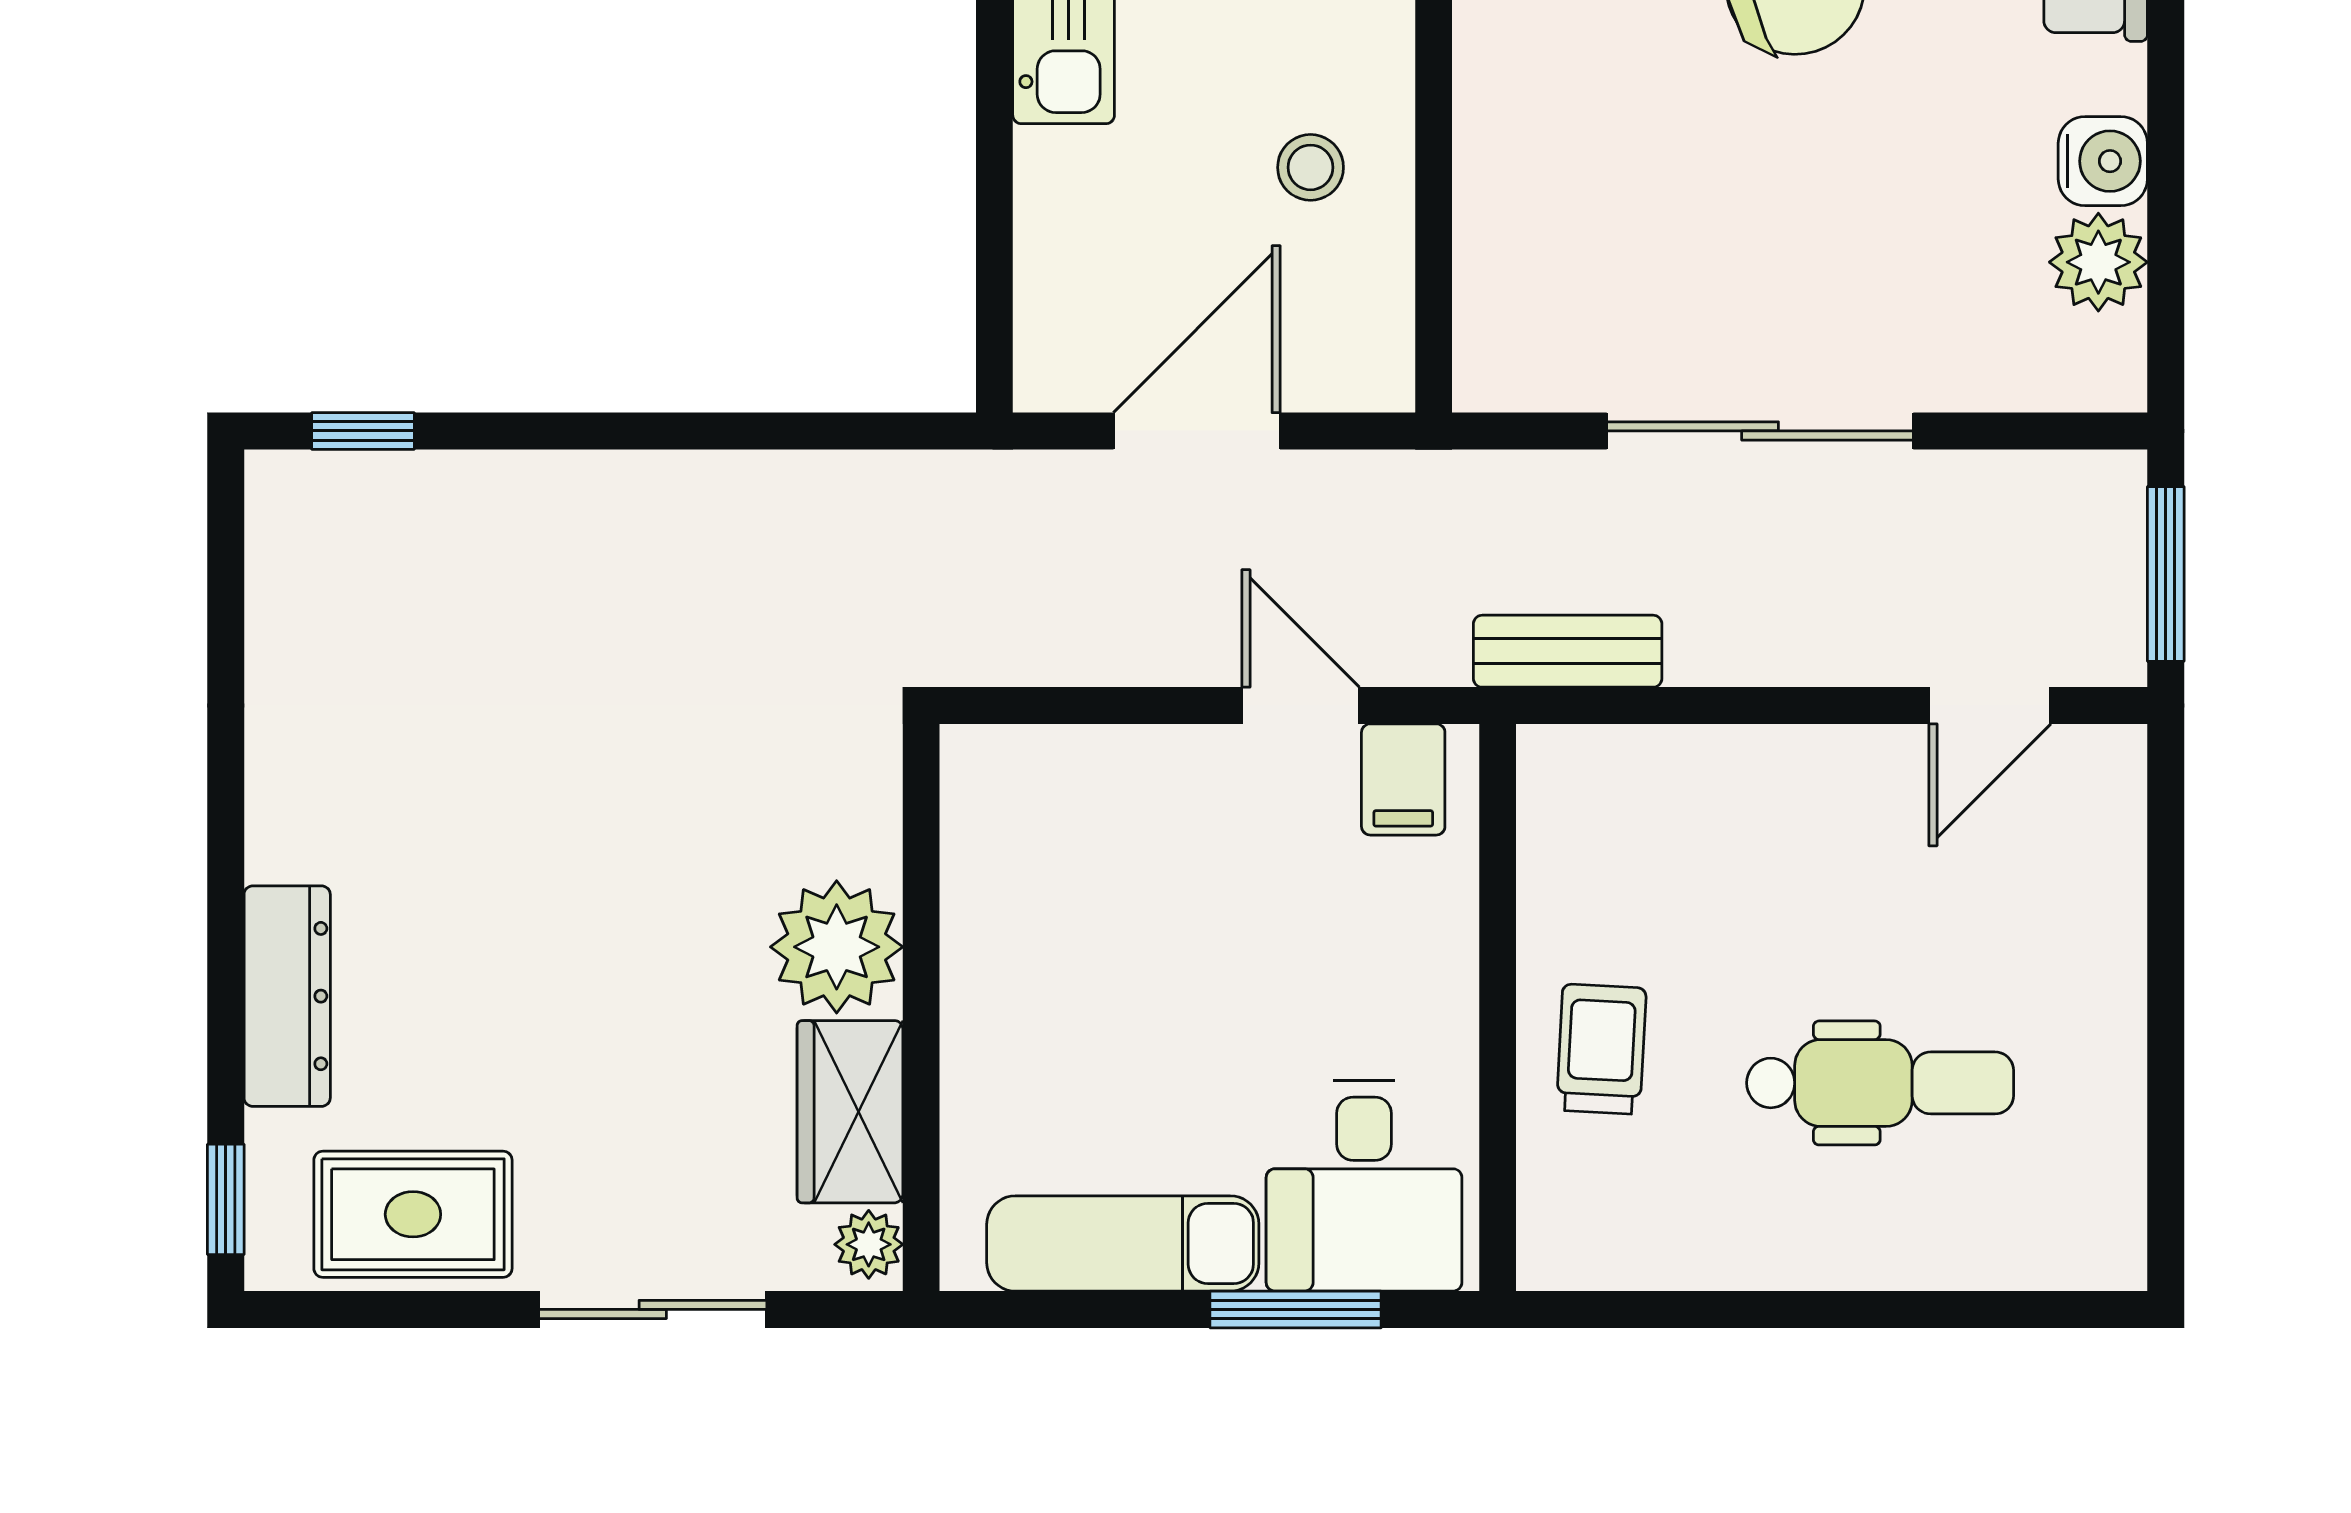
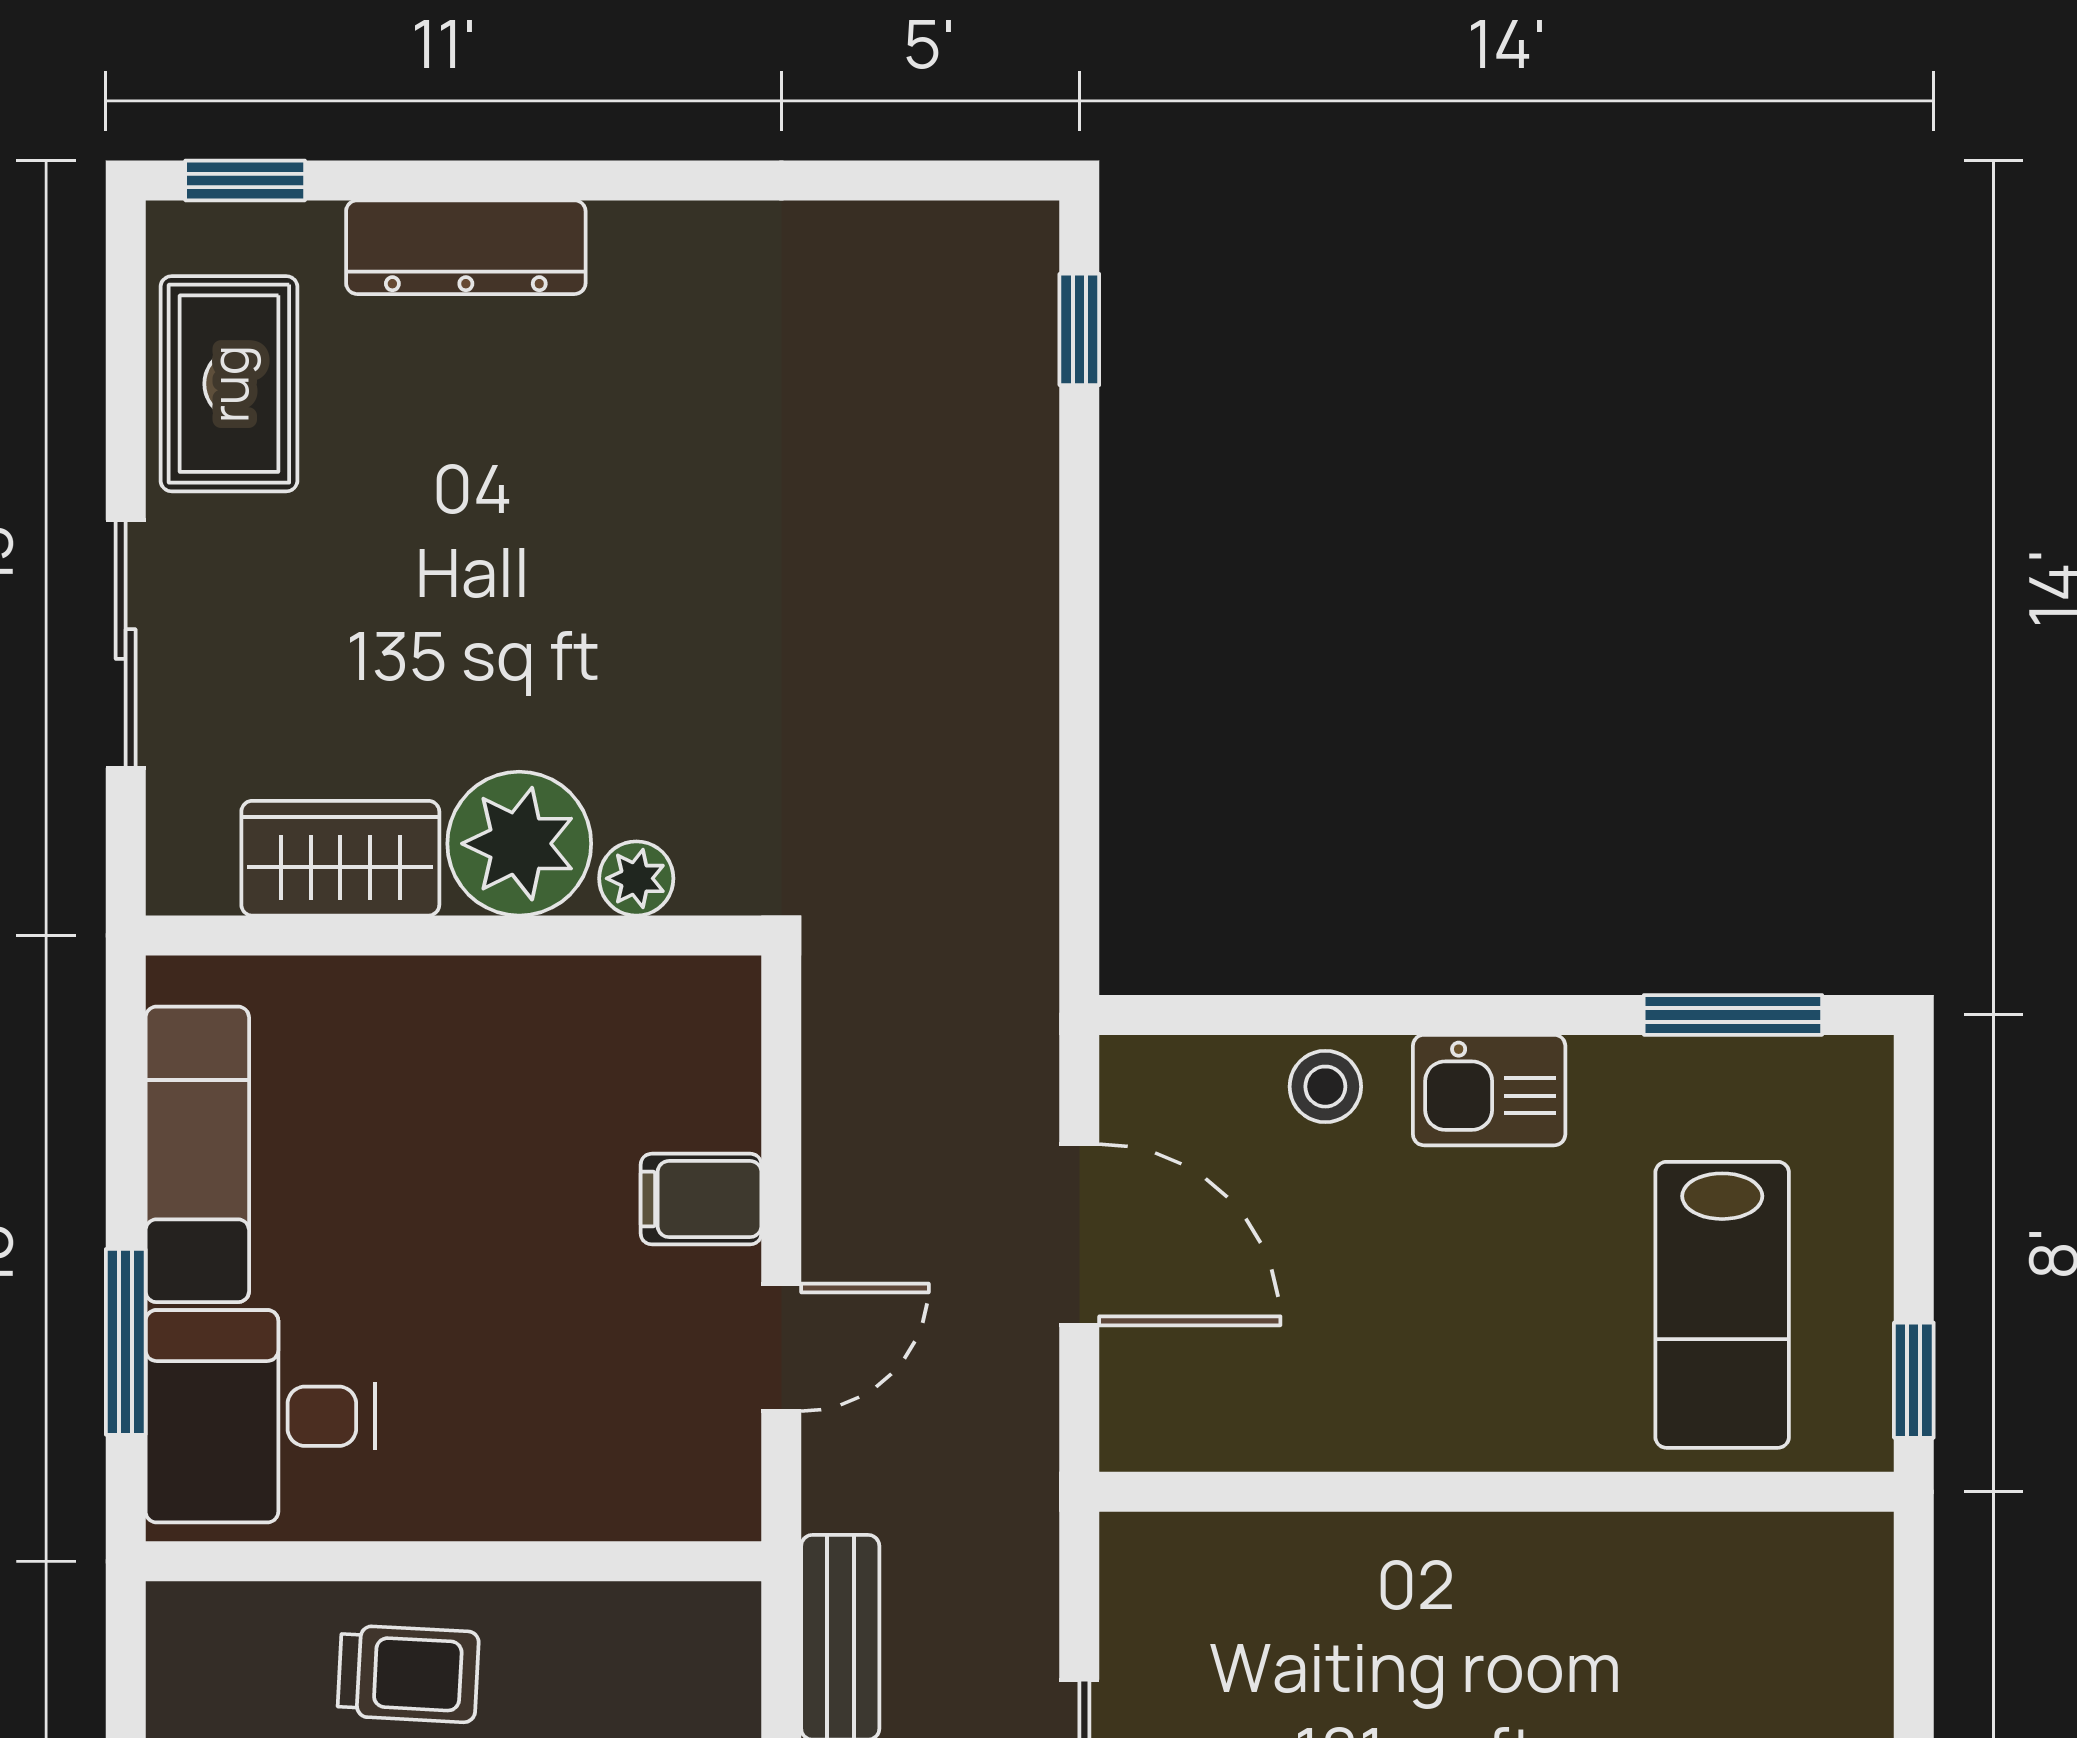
stool: (1311, 167) -> (1325, 1087), moved
filing cabinet: (1403, 779) -> (701, 1199), moved
plant: (869, 1244) -> (636, 878), moved

